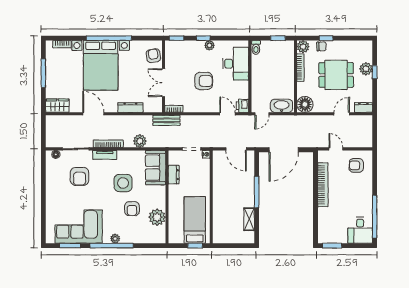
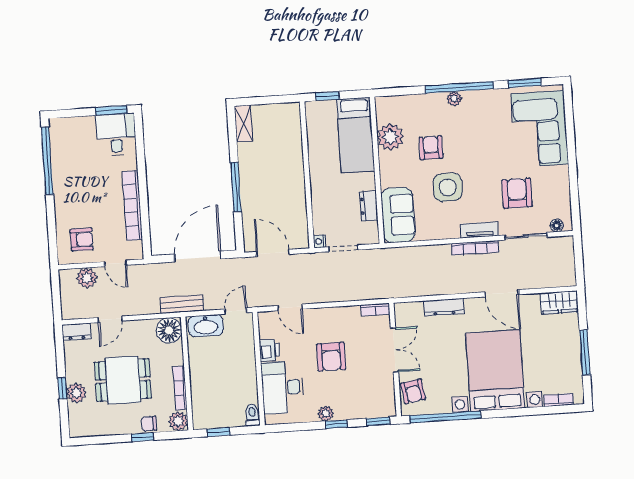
window: (109, 38) -> (445, 417), moved
armchair: (204, 81) -> (331, 357), turned -90
printer: (242, 106) -> (269, 350), moved
bench: (166, 120) -> (182, 304), moved
plant: (140, 141) -> (87, 278), moved
shelving: (249, 219) -> (244, 124), moved
bed: (195, 220) -> (356, 135), moved
corner sofa: (79, 227) -> (540, 129), moved, turned 90
desk: (360, 230) -> (116, 135), moved

